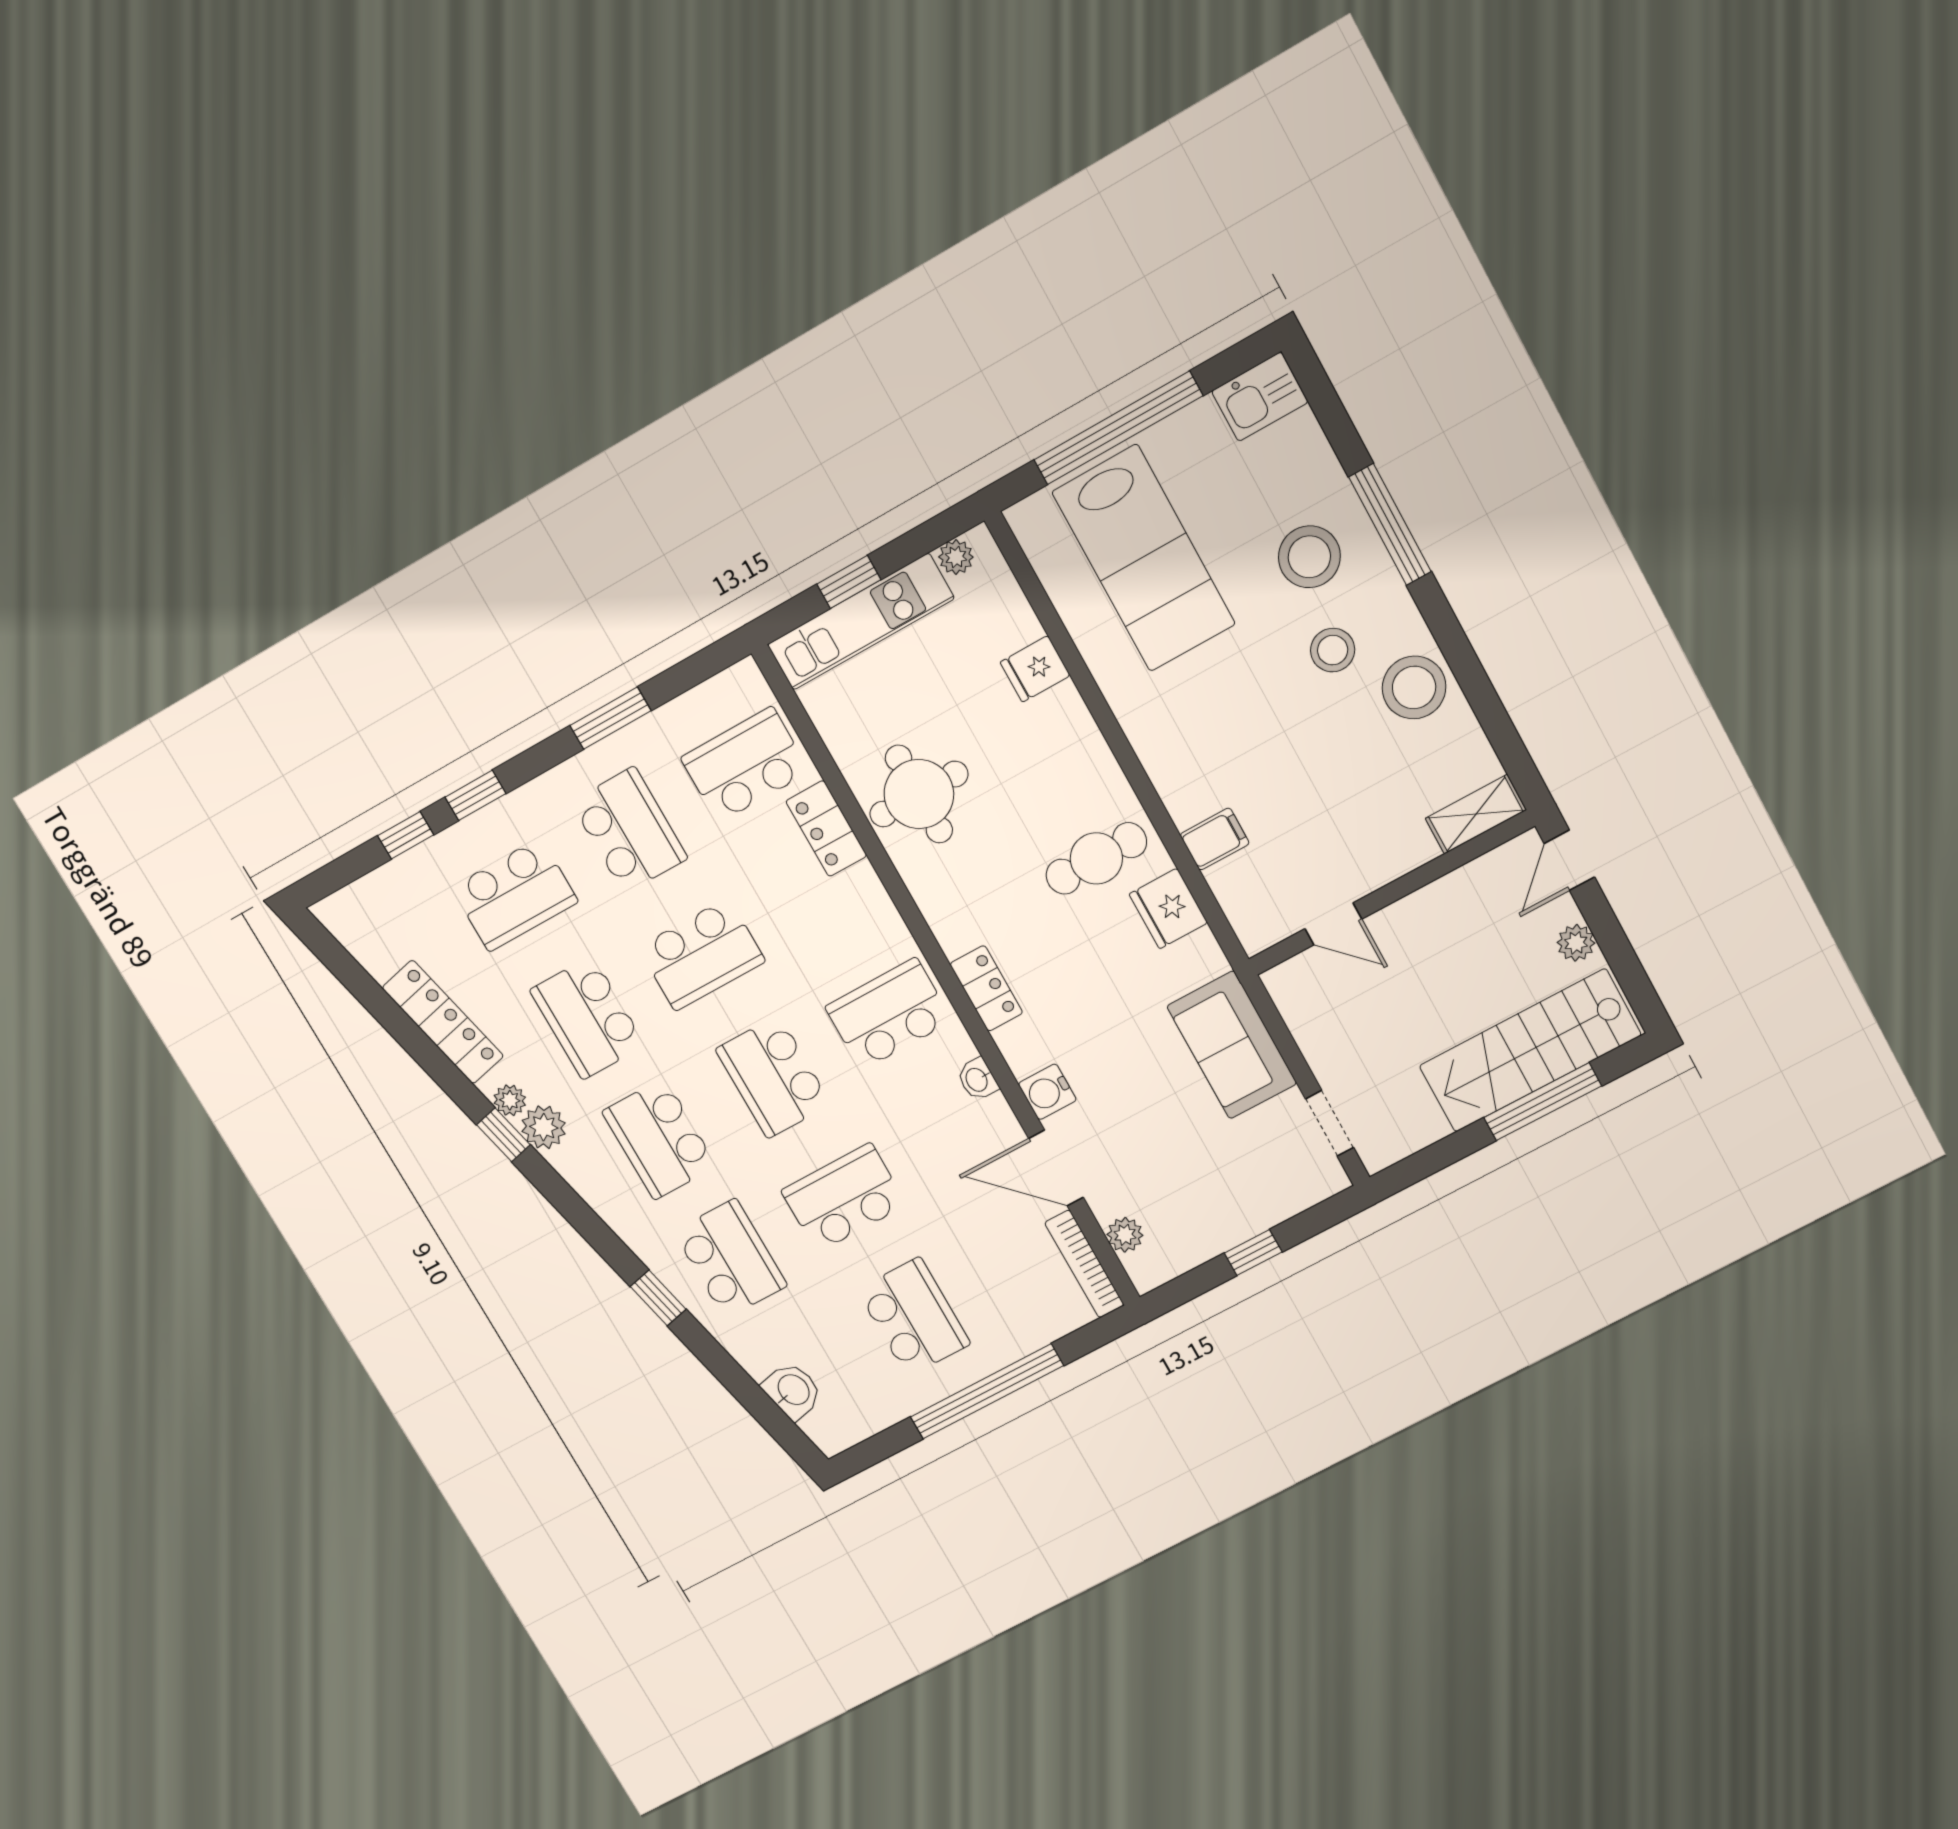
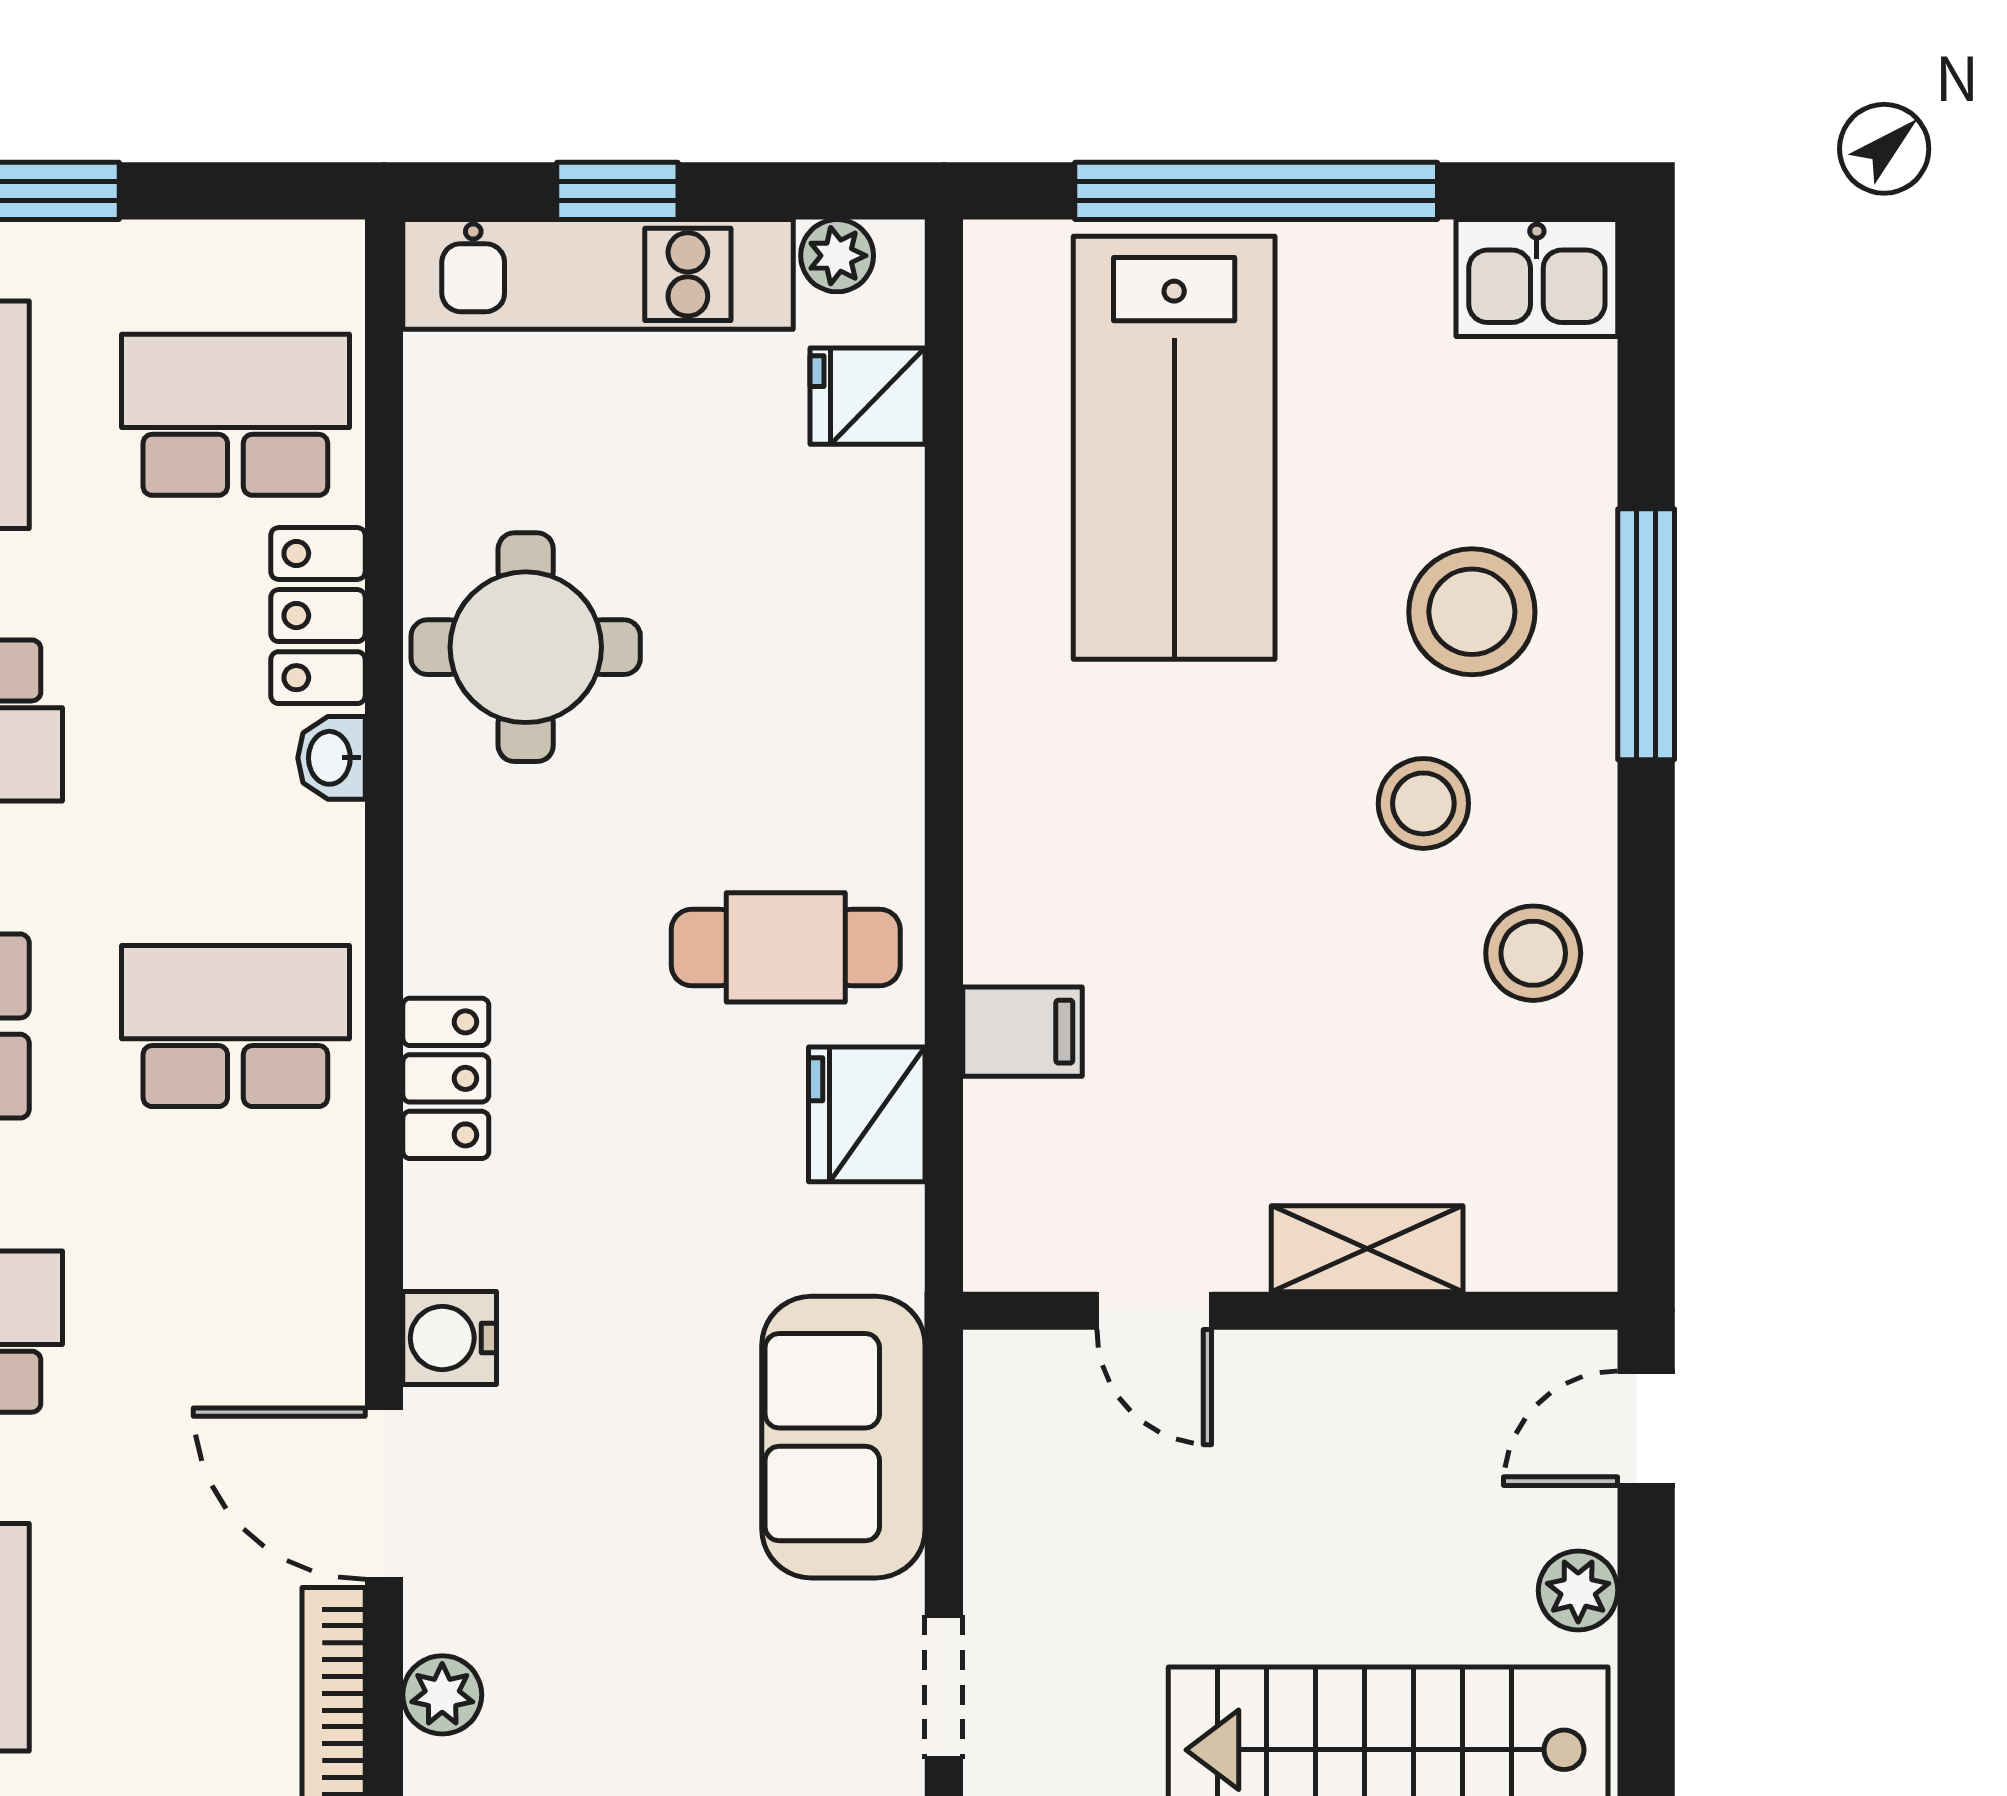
fridge: (1035, 669) -> (867, 396), moved
stool: (1414, 687) -> (1533, 953), width x0.73, depth x0.73
shelving: (1476, 814) -> (1367, 1249), moved
washbasin: (977, 1079) -> (331, 758), moved

